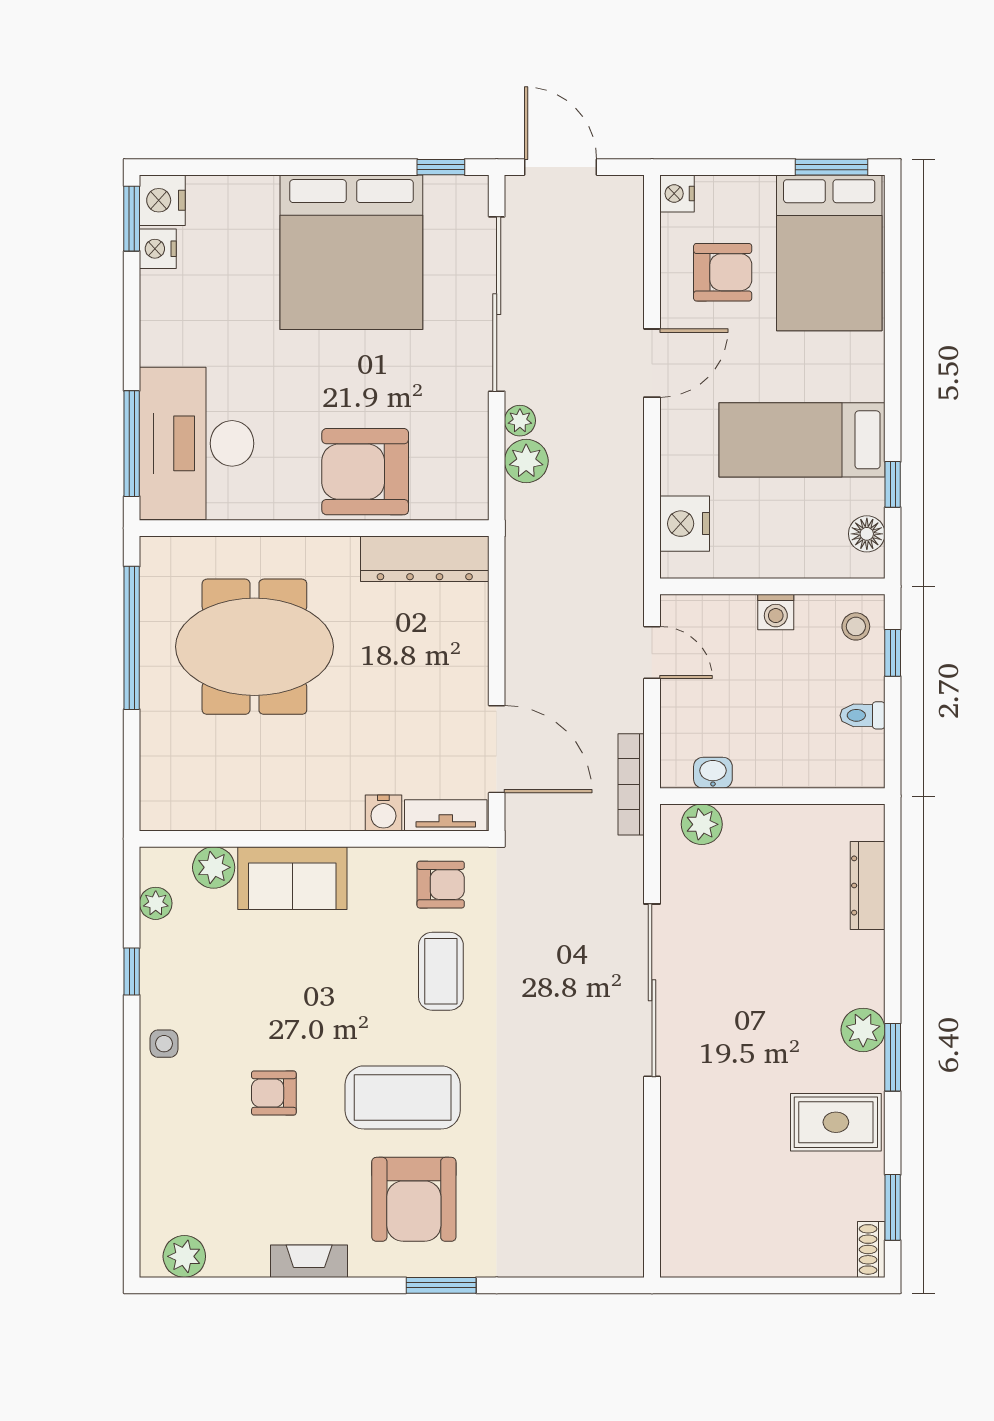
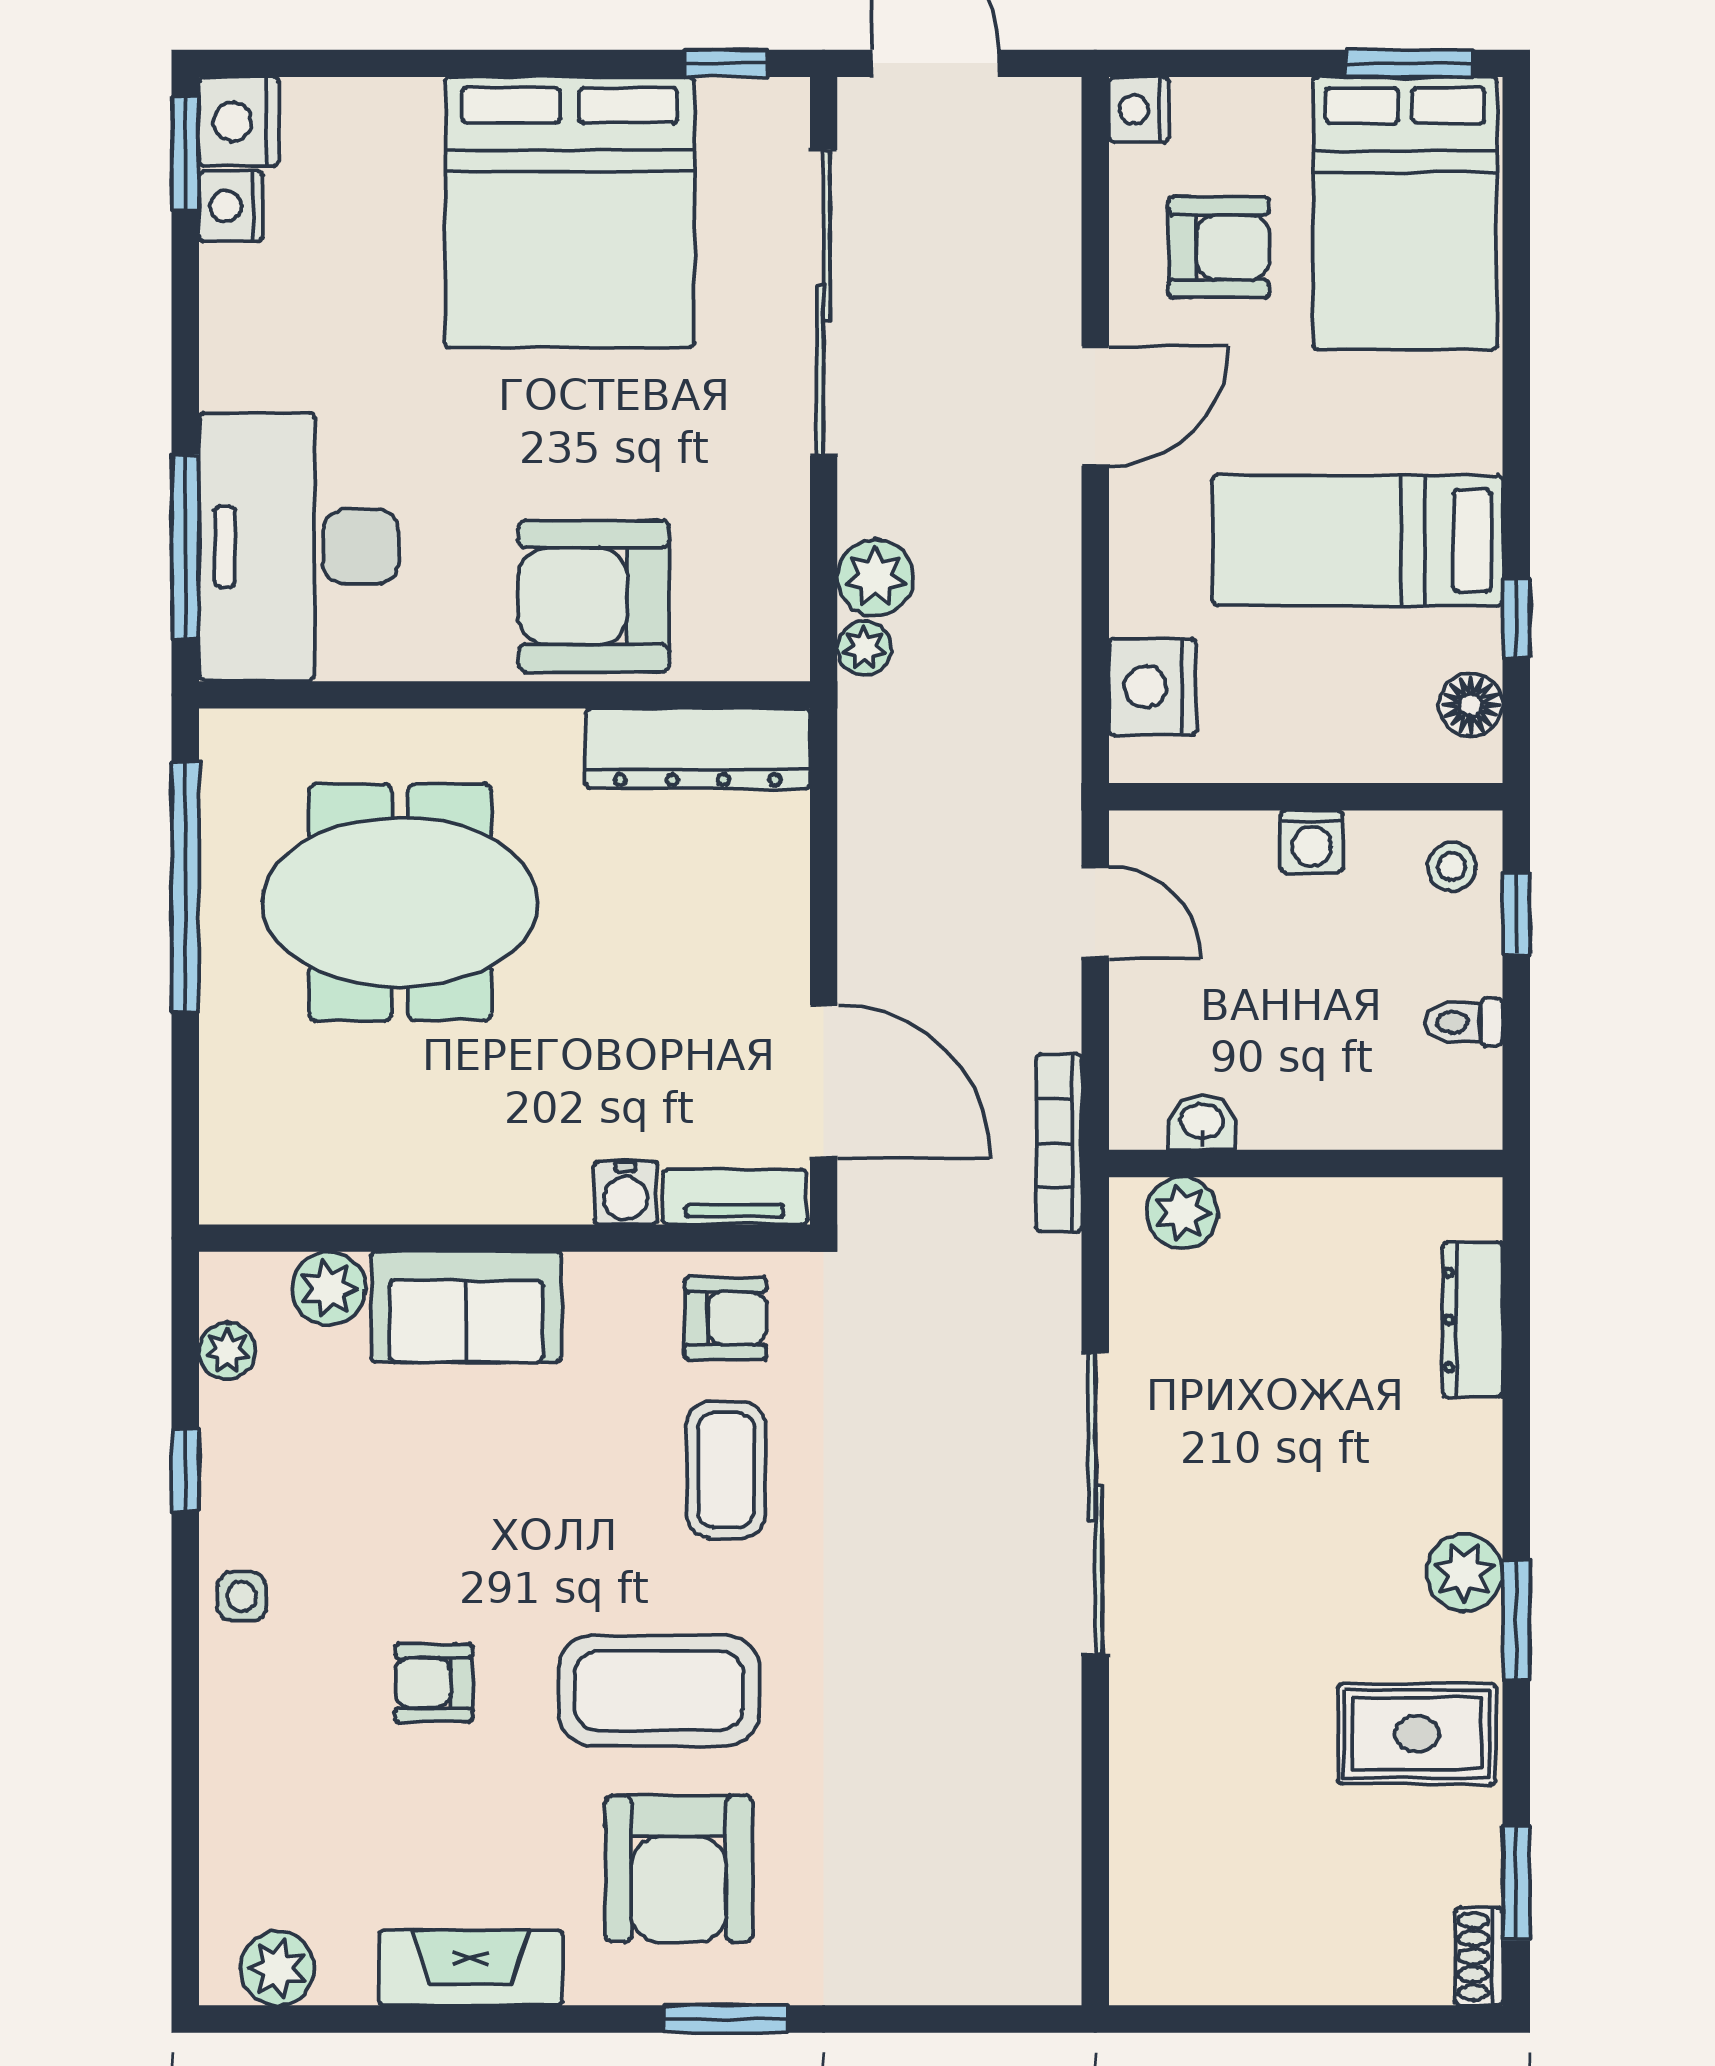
plant: (520, 421) -> (864, 648), moved
fireplace: (309, 1261) -> (471, 1968), width x1.37, depth x1.32

